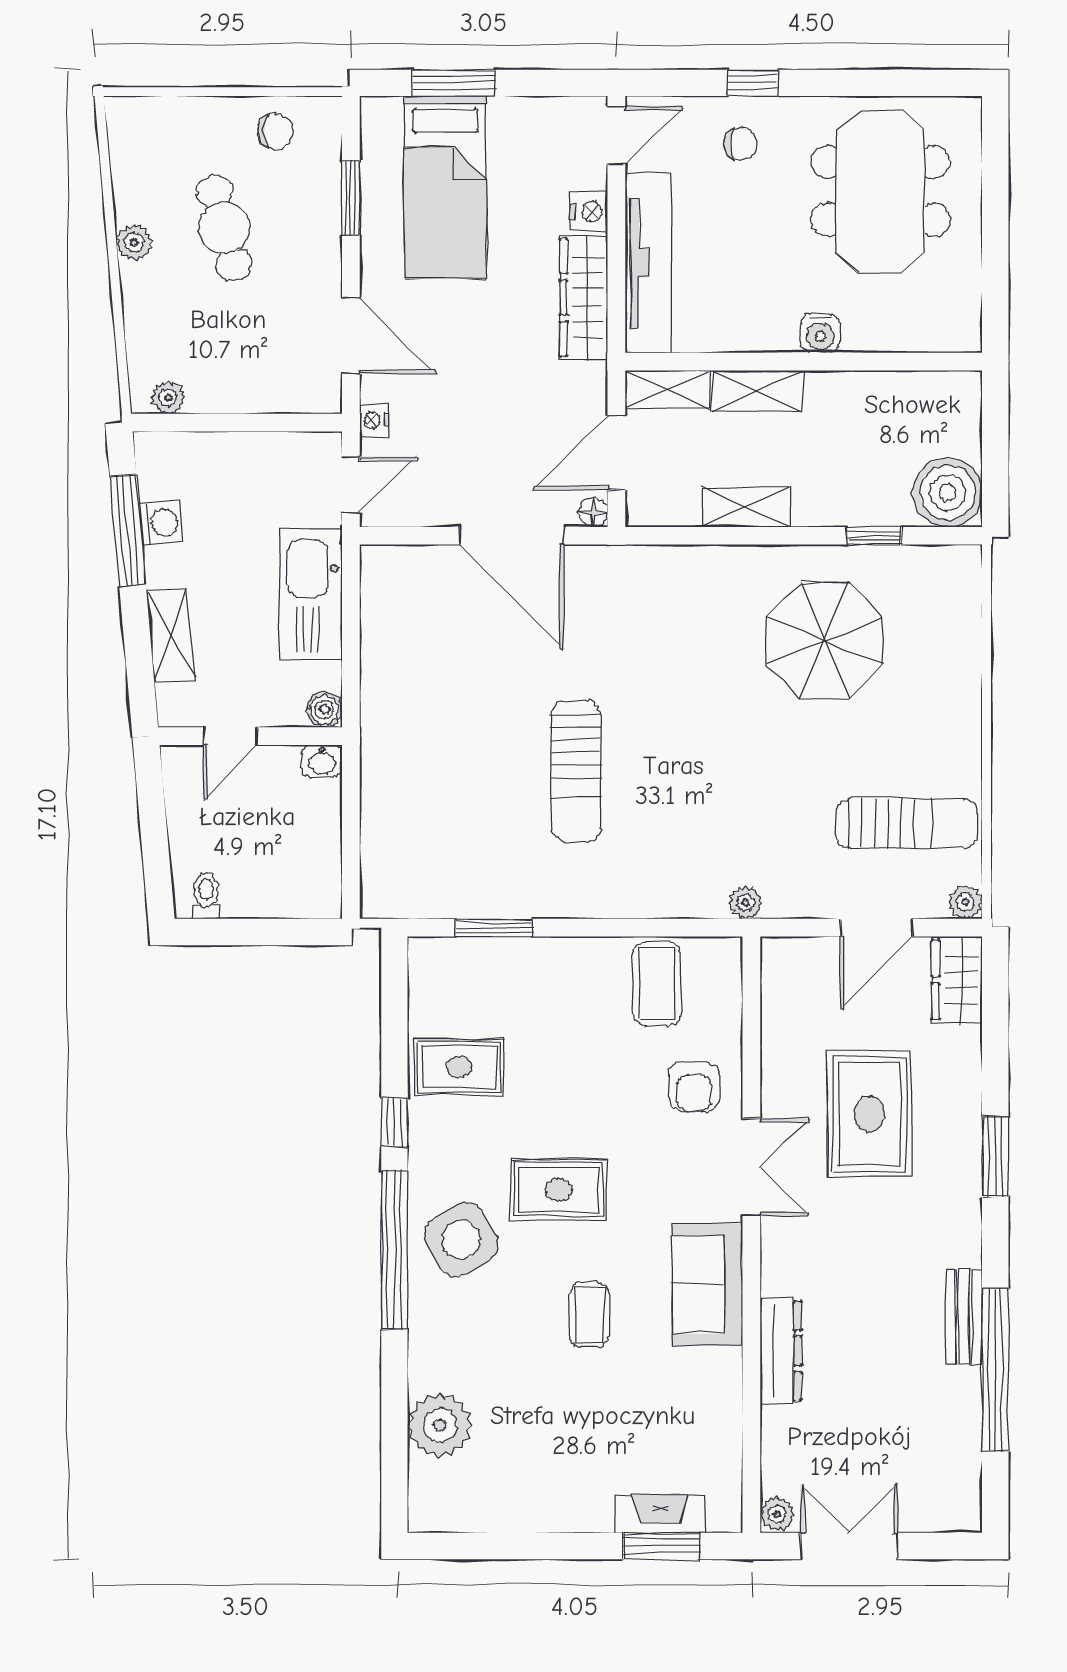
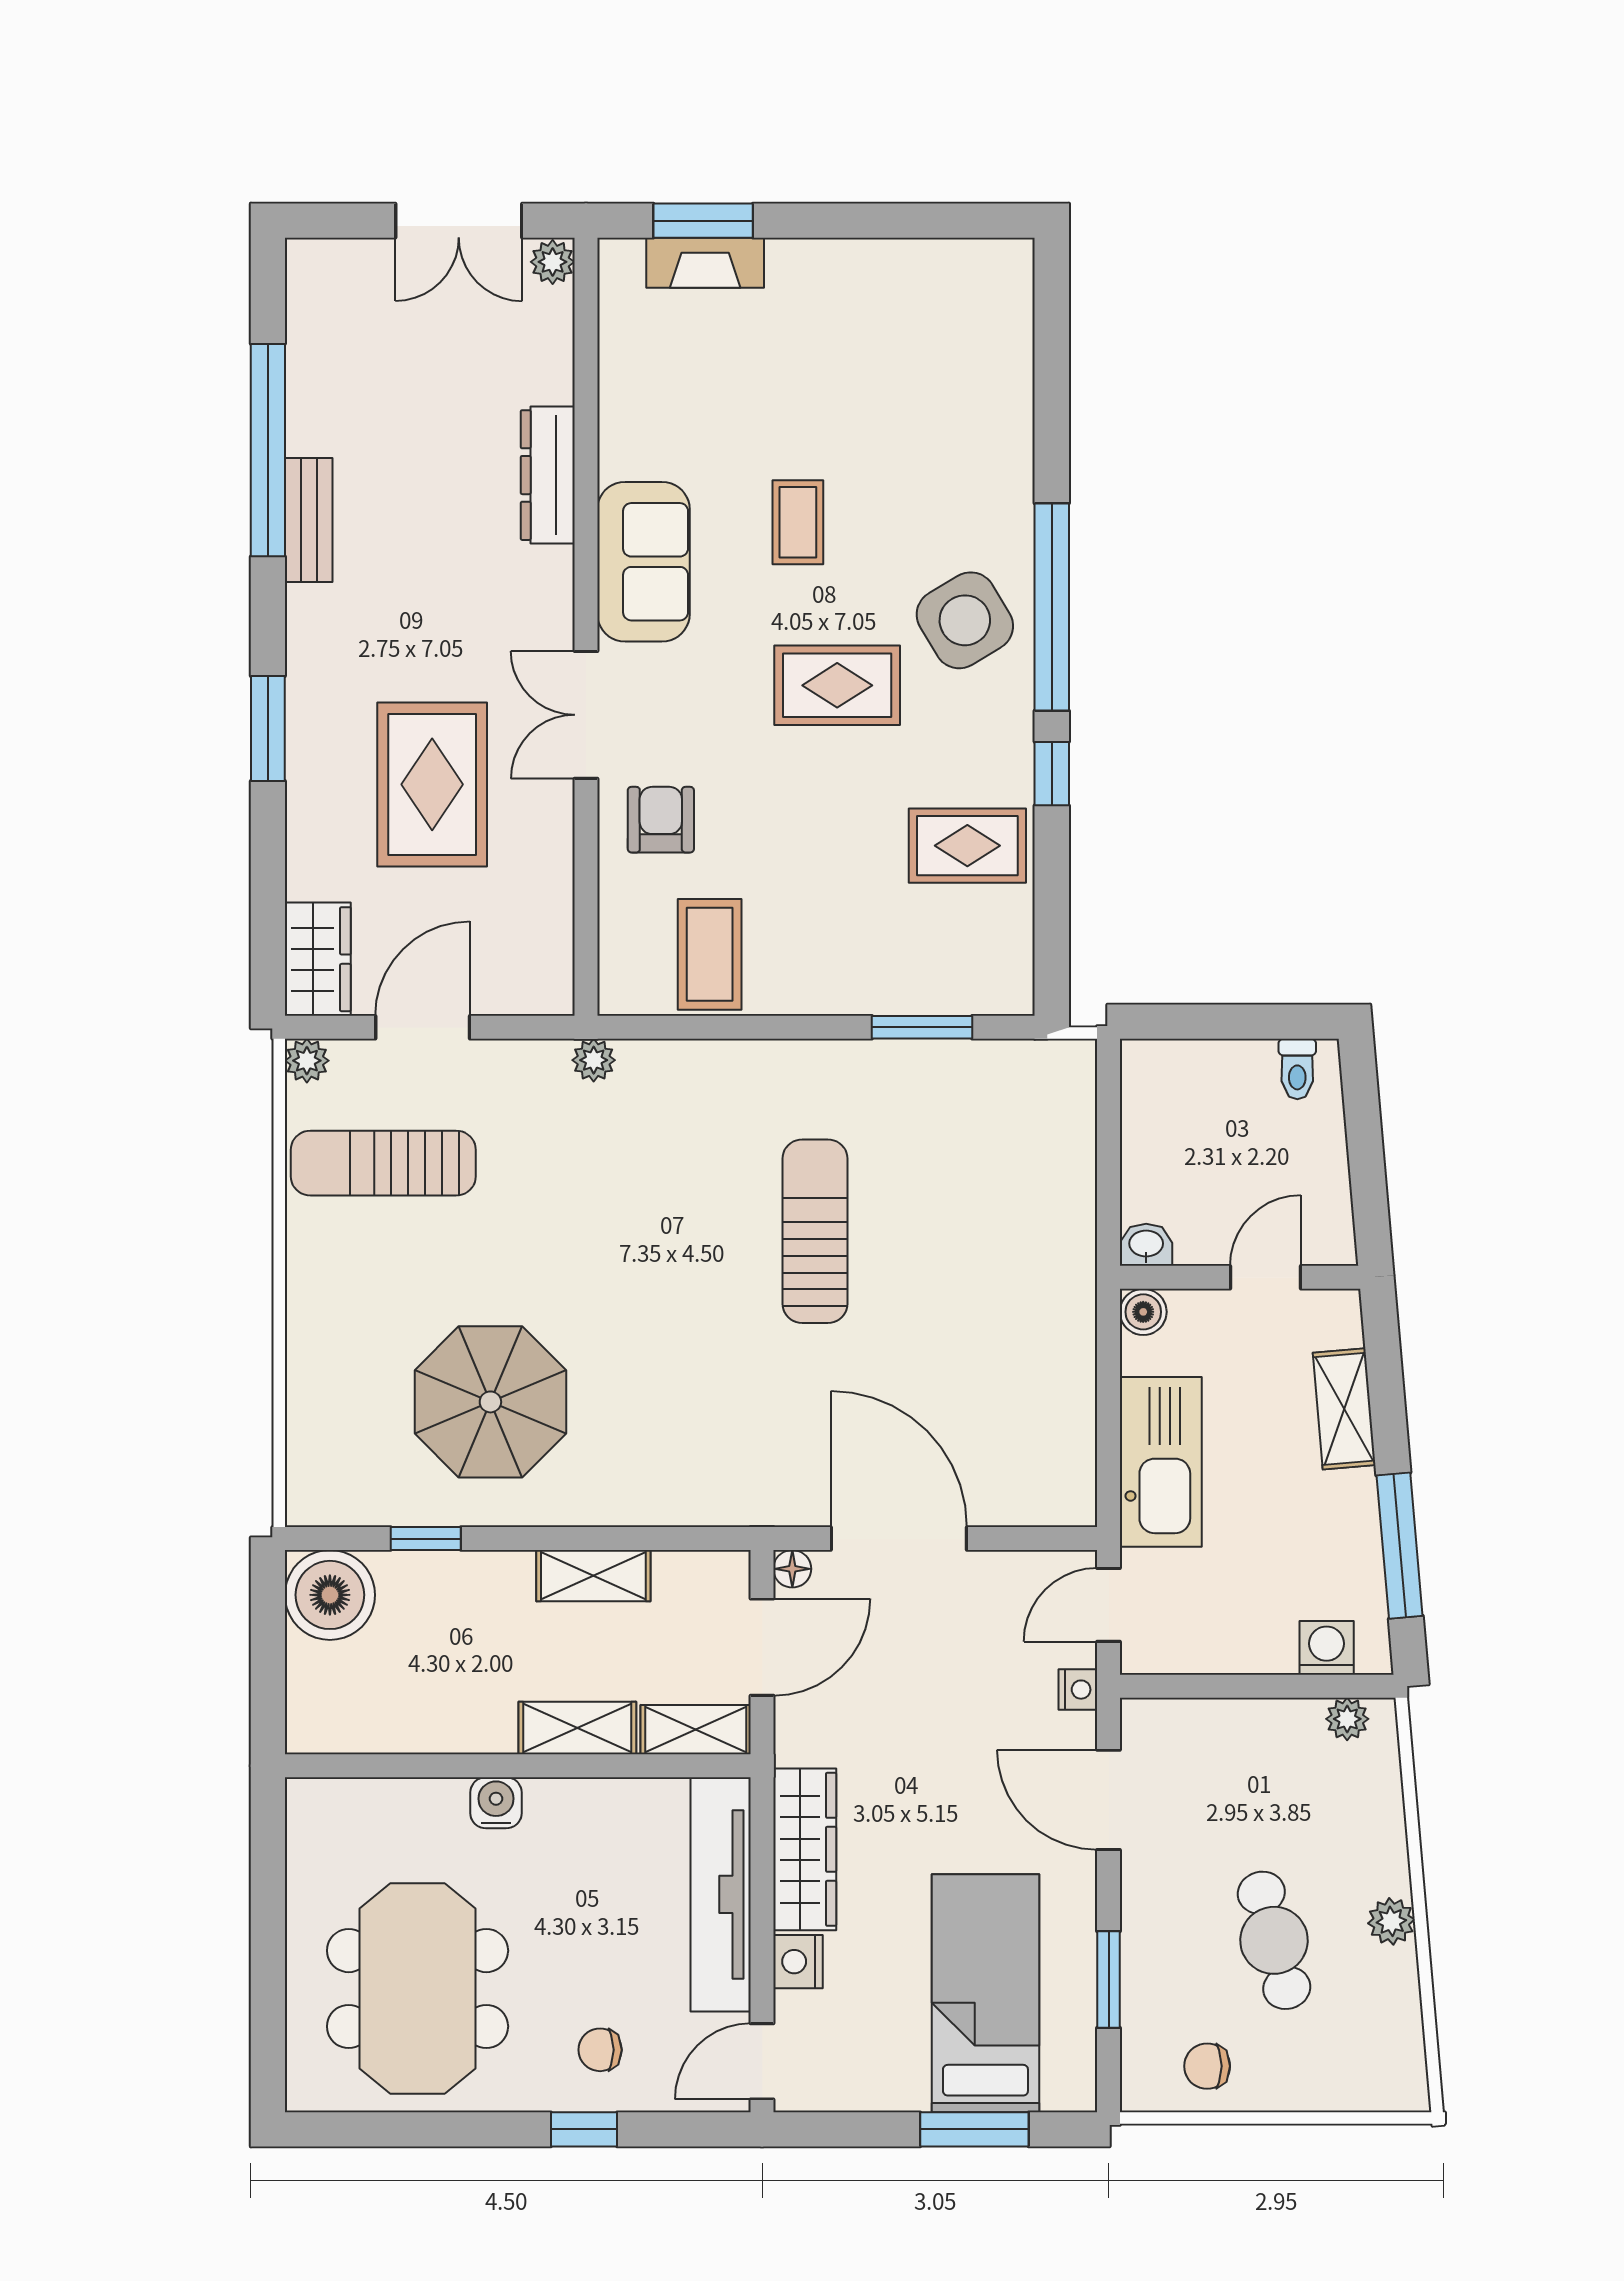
washing machine: (161, 523) -> (1327, 1648), moved, turned 95
plant: (440, 1425) -> (993, 378), removed

